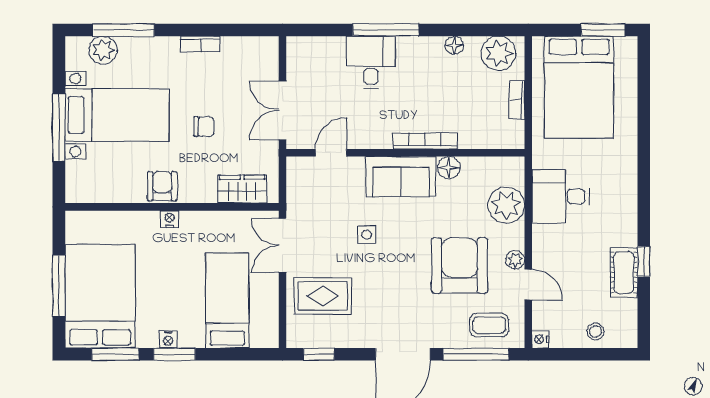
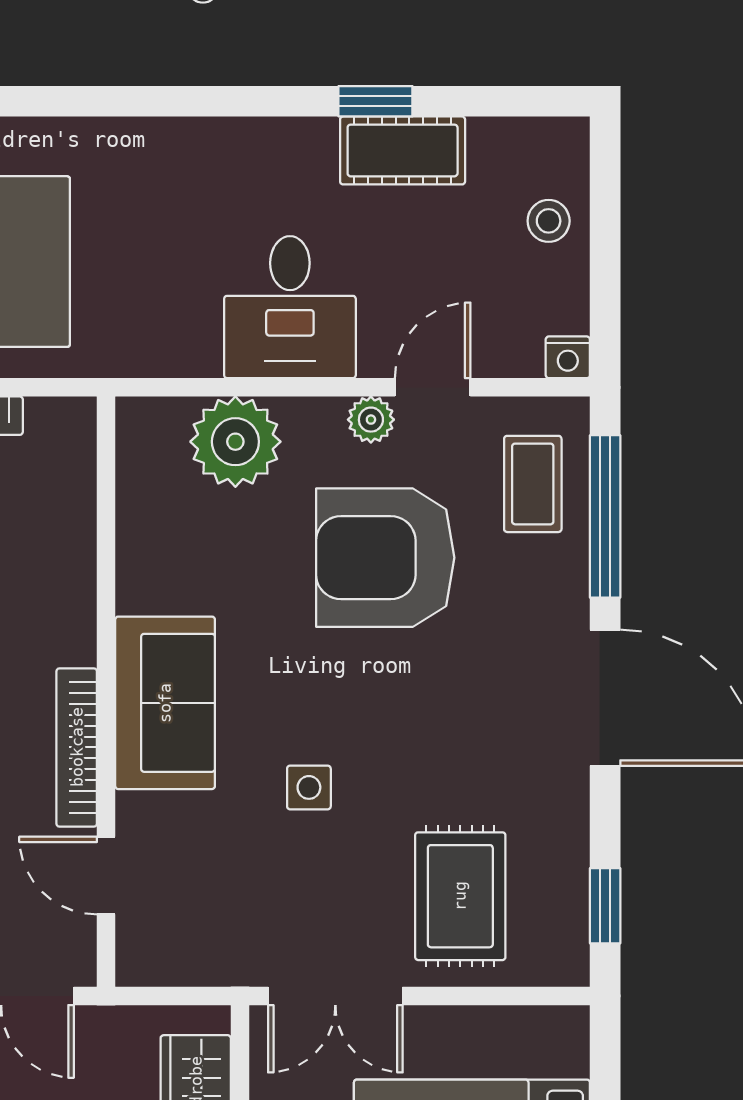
bookcase: (425, 141) -> (77, 747), moved
floor lamp: (449, 168) -> (143, 584), removed
desk: (561, 196) -> (290, 307), moved

